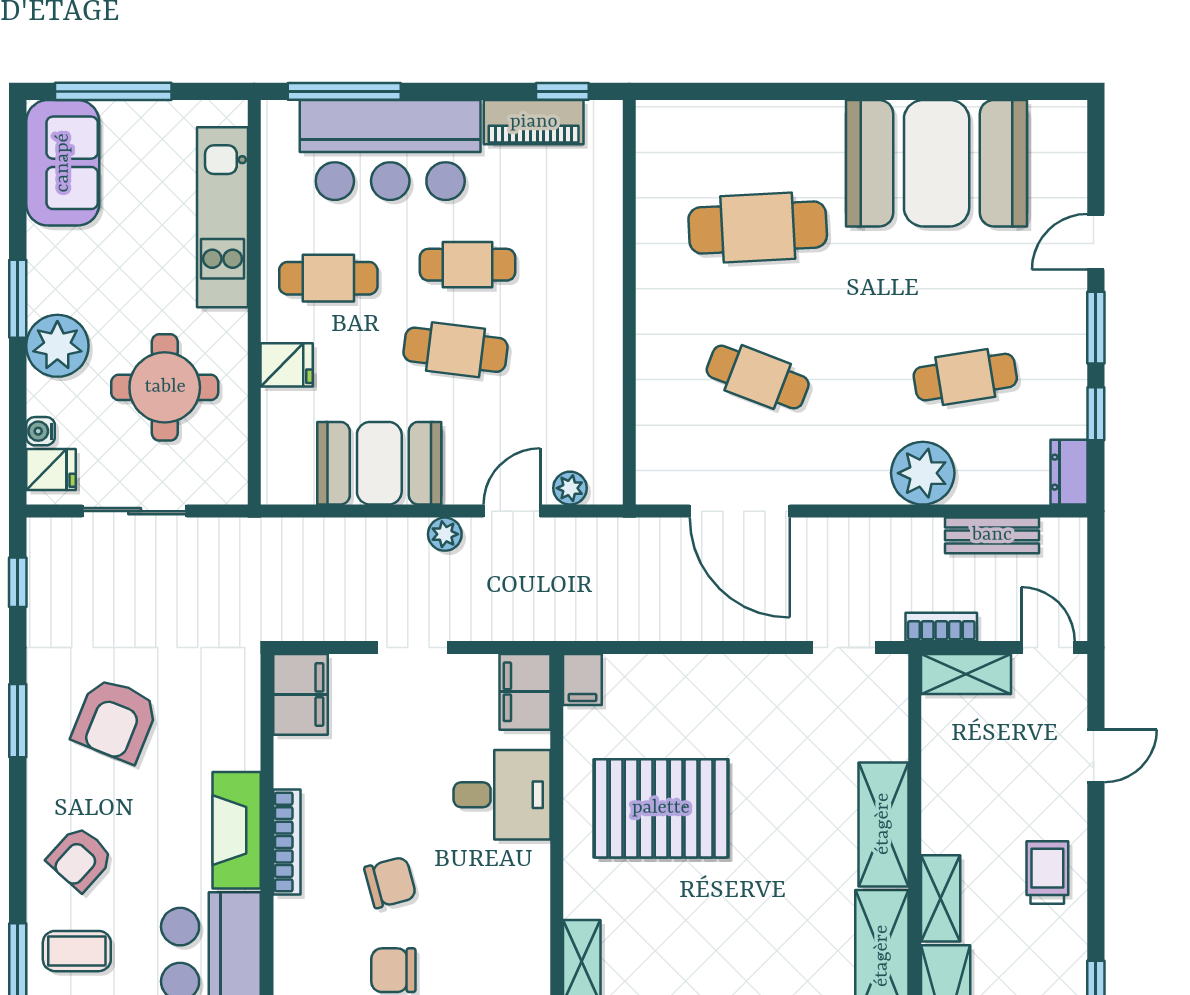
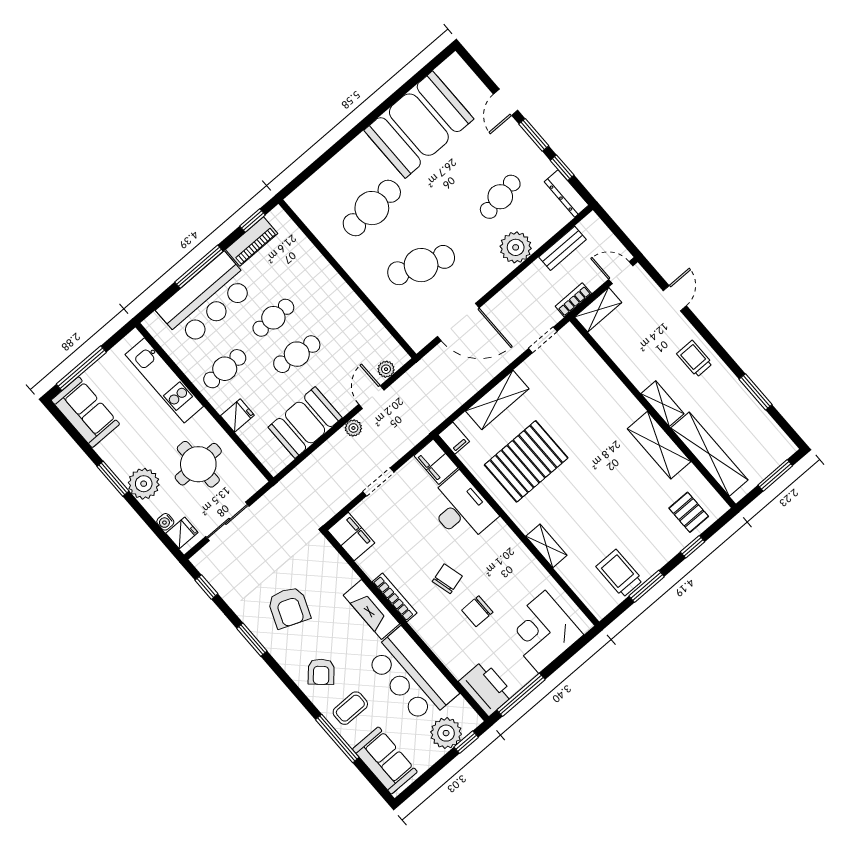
window: (344, 91) -> (199, 267), moved
cafe table: (758, 377) -> (421, 265), width x1.37, depth x1.35
dresser: (1069, 472) -> (566, 193), width x1.44
desk: (502, 795) -> (461, 509), width x1.37
shelving: (883, 824) -> (497, 400), moved, turned 90

